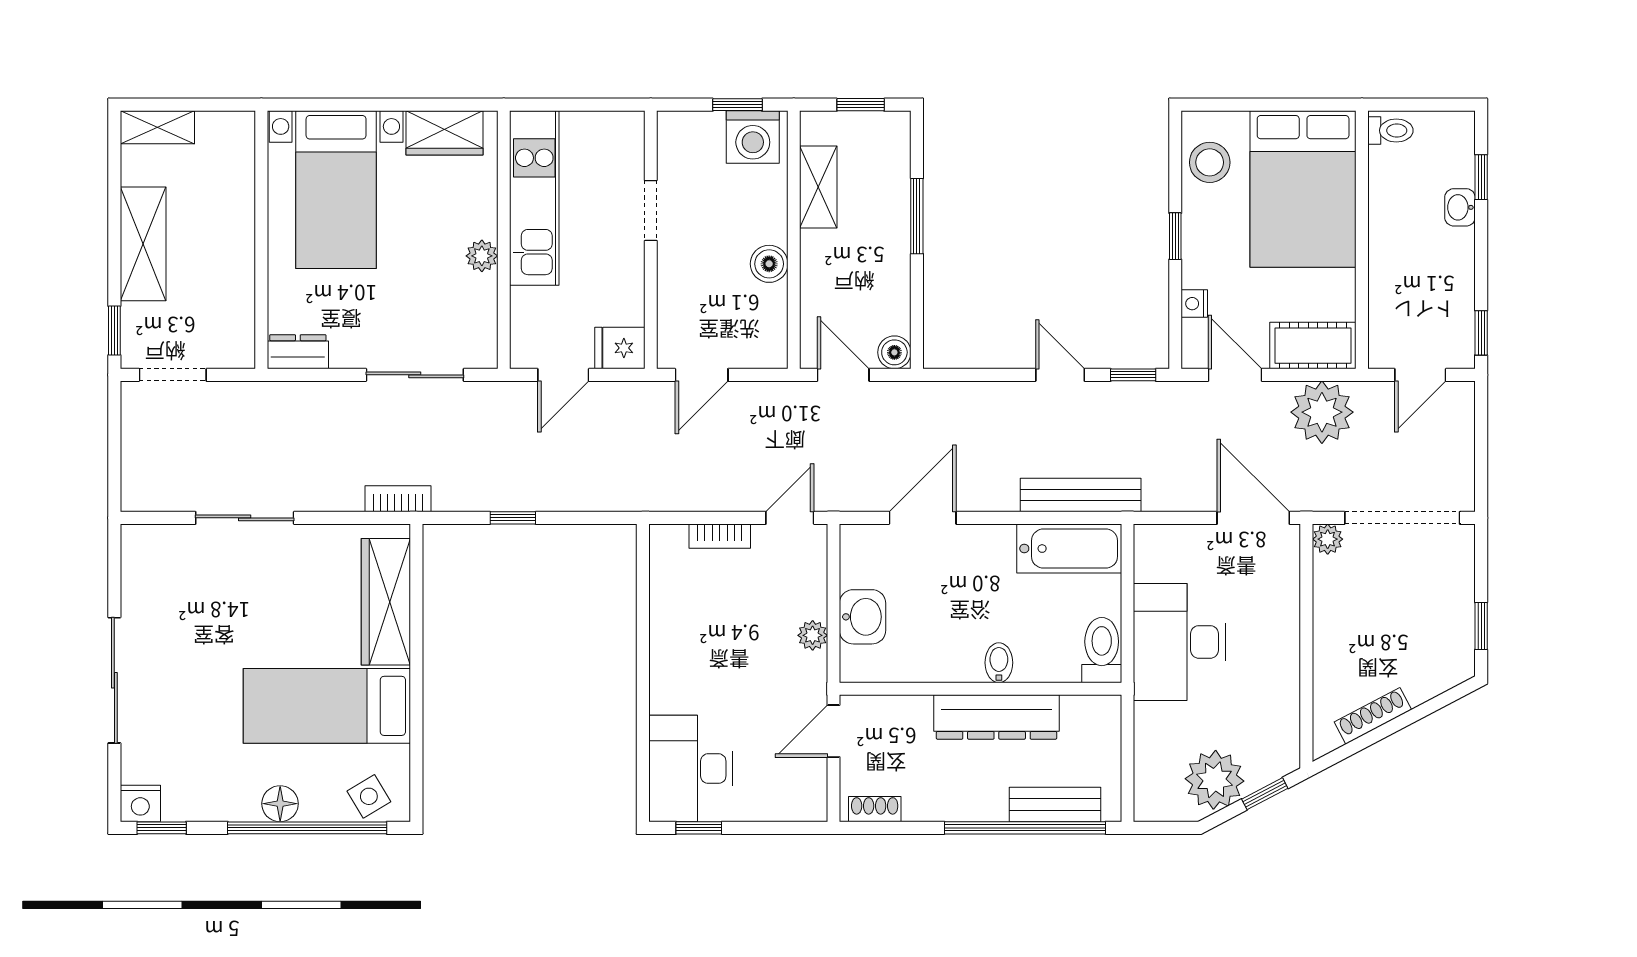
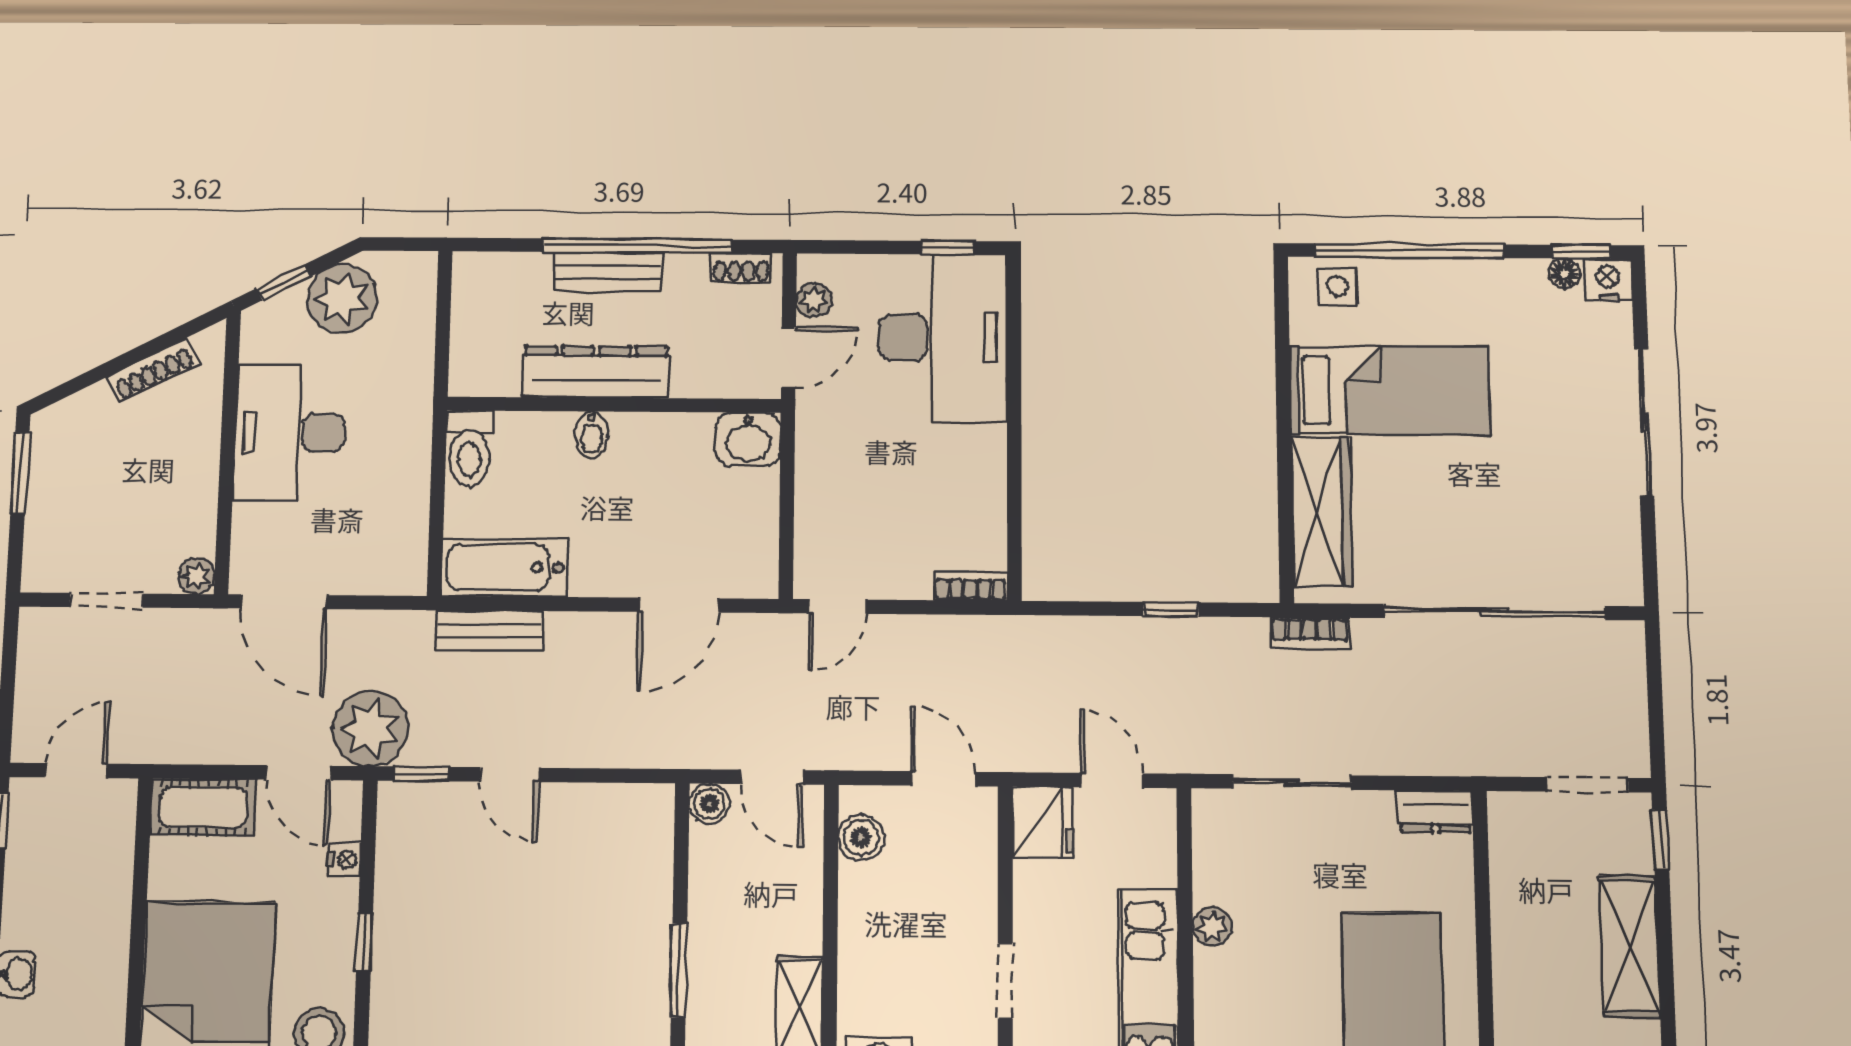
boiler: (769, 264) -> (861, 838), moved
fridge: (620, 348) -> (1043, 822), width x1.38
door: (563, 375) -> (1111, 780), hinge flipped
door: (702, 375) -> (943, 779), hinge flipped
plant: (1322, 412) -> (370, 728), moved
bench: (1081, 495) -> (489, 631), width x0.73
sliding door: (245, 518) -> (1494, 612), width x1.86
doorway: (1402, 518) -> (106, 600), width x0.53
bookcase: (720, 536) -> (970, 586), moved
washbasin: (863, 617) -> (748, 439), moved, turned -90
window: (1481, 626) -> (20, 473), width x1.50
plant: (813, 635) -> (814, 300), moved
desk: (1180, 642) -> (290, 432), moved, turned 180
desk: (691, 769) -> (943, 338), width x1.36, depth x1.30
side table: (369, 796) -> (1337, 286), turned 31
floor lamp: (280, 804) -> (1564, 274), moved, width x0.73, depth x0.73
bench: (1055, 804) -> (608, 272), moved
window: (1025, 828) -> (637, 246), moved

